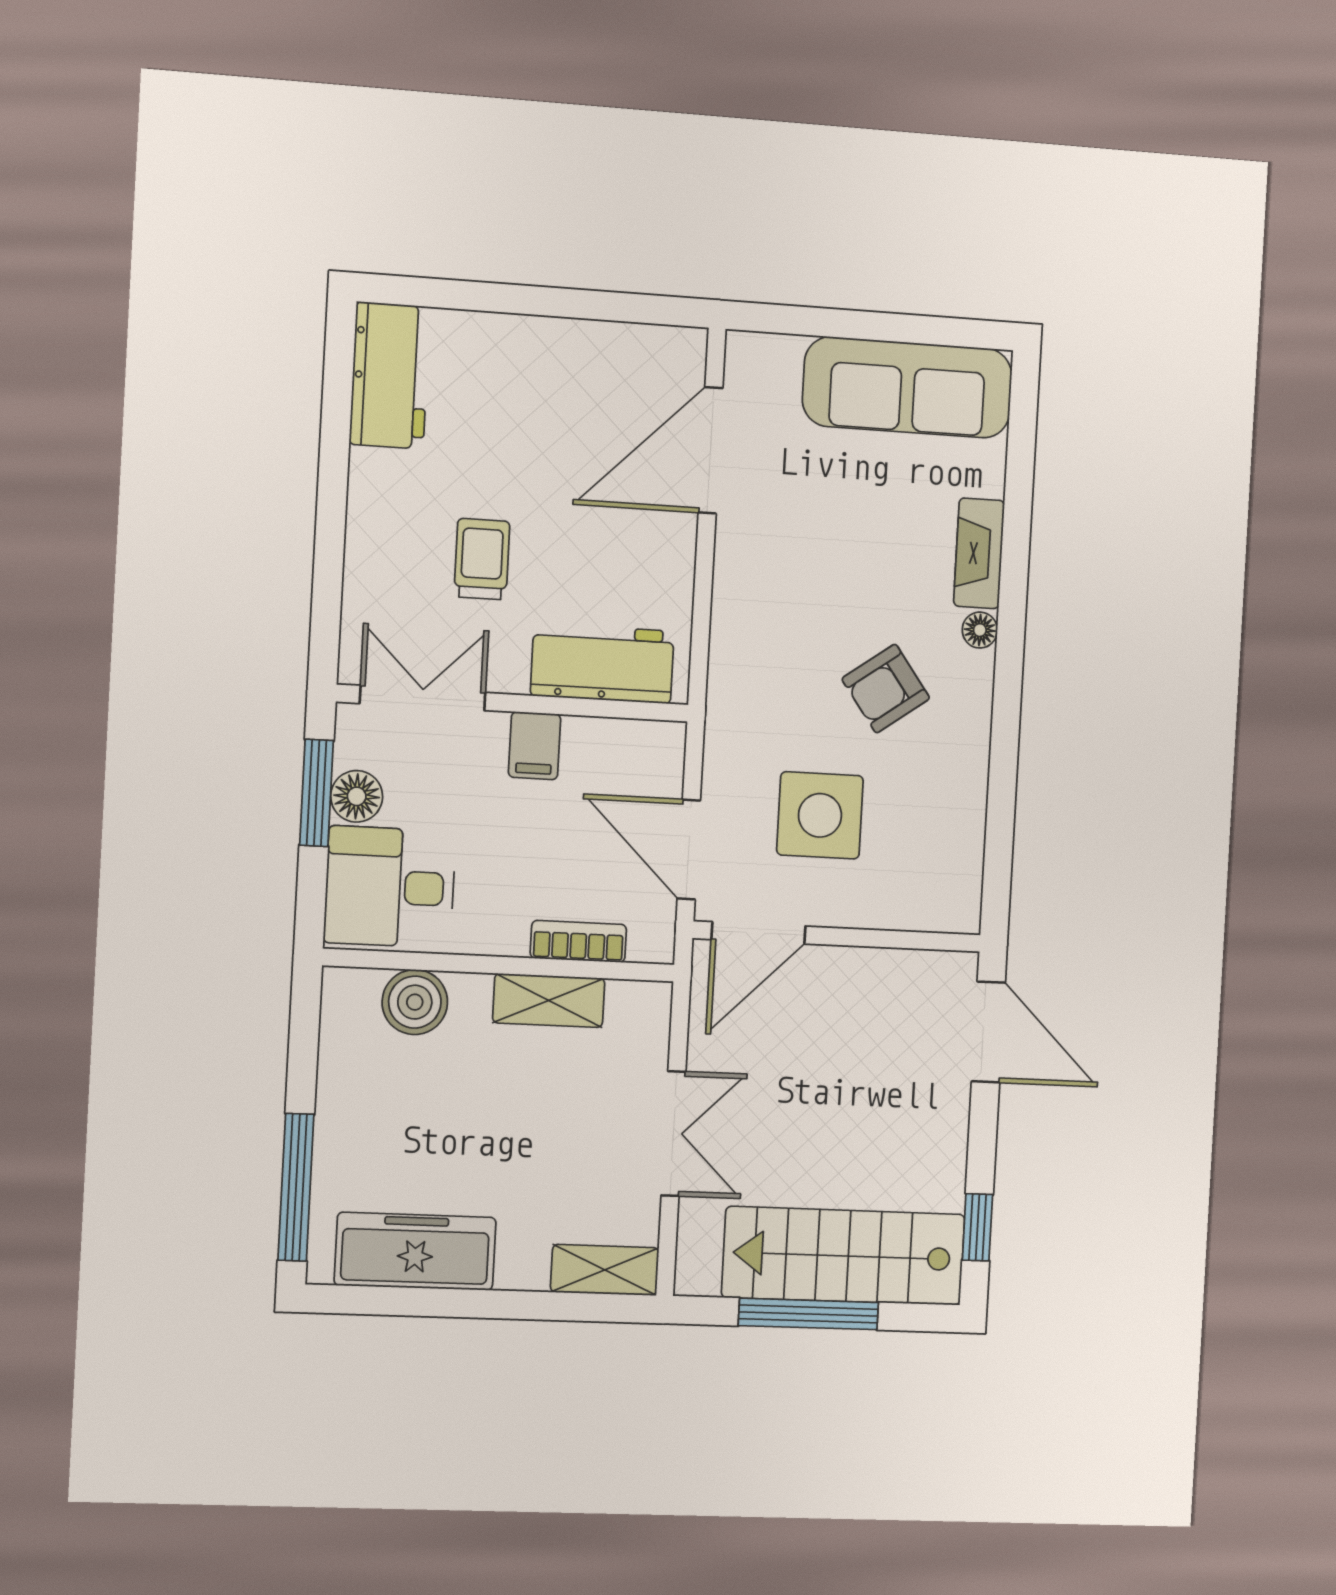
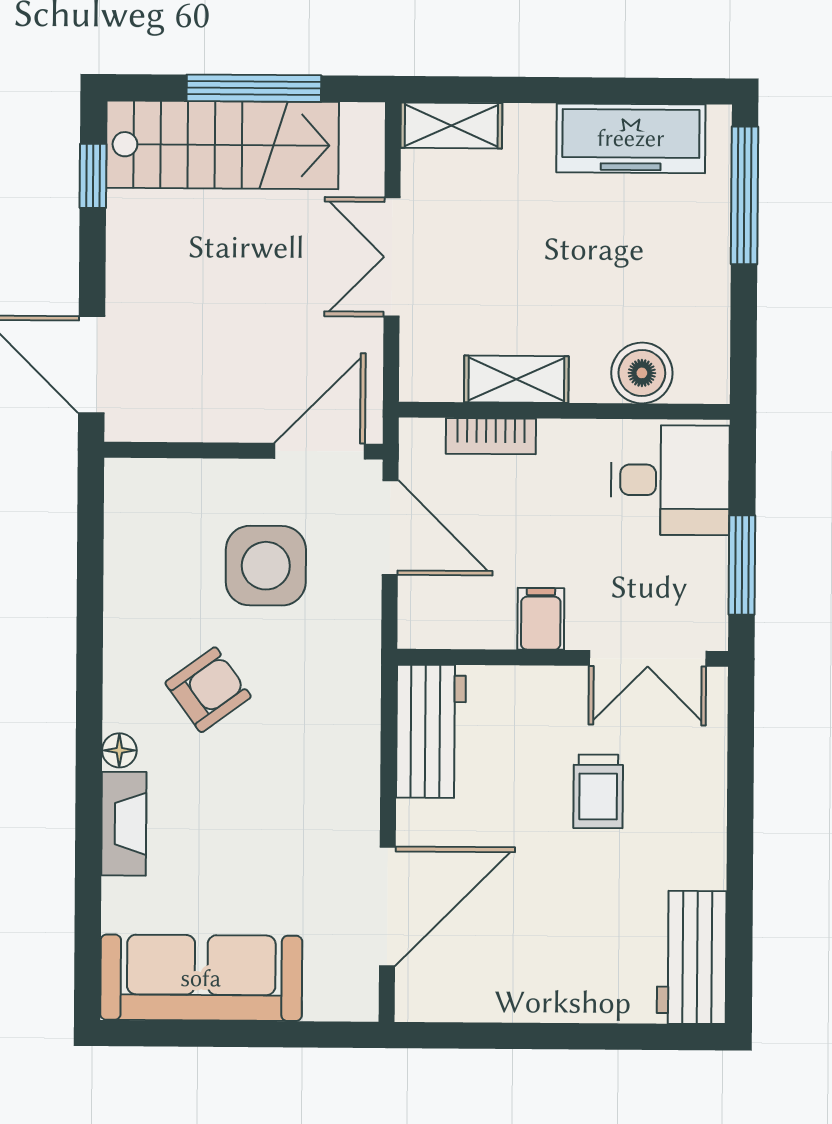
workbench: (602, 663) -> (431, 731), moved, turned -90
floor lamp: (357, 796) -> (705, 563), removed

